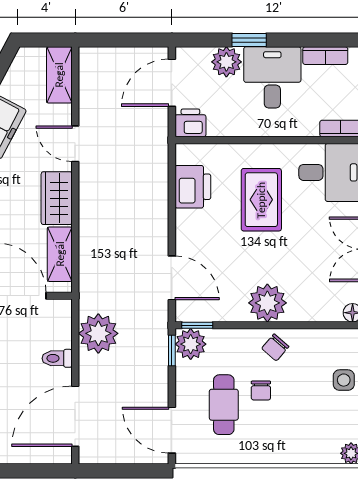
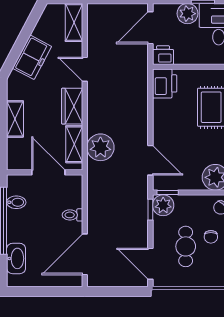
printer: (193, 187) -> (165, 83), moved
plant: (98, 333) -> (100, 147), moved

